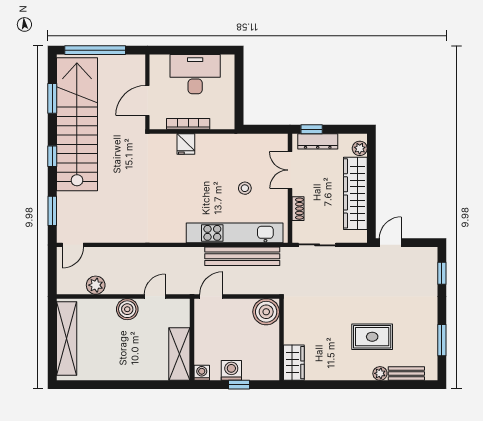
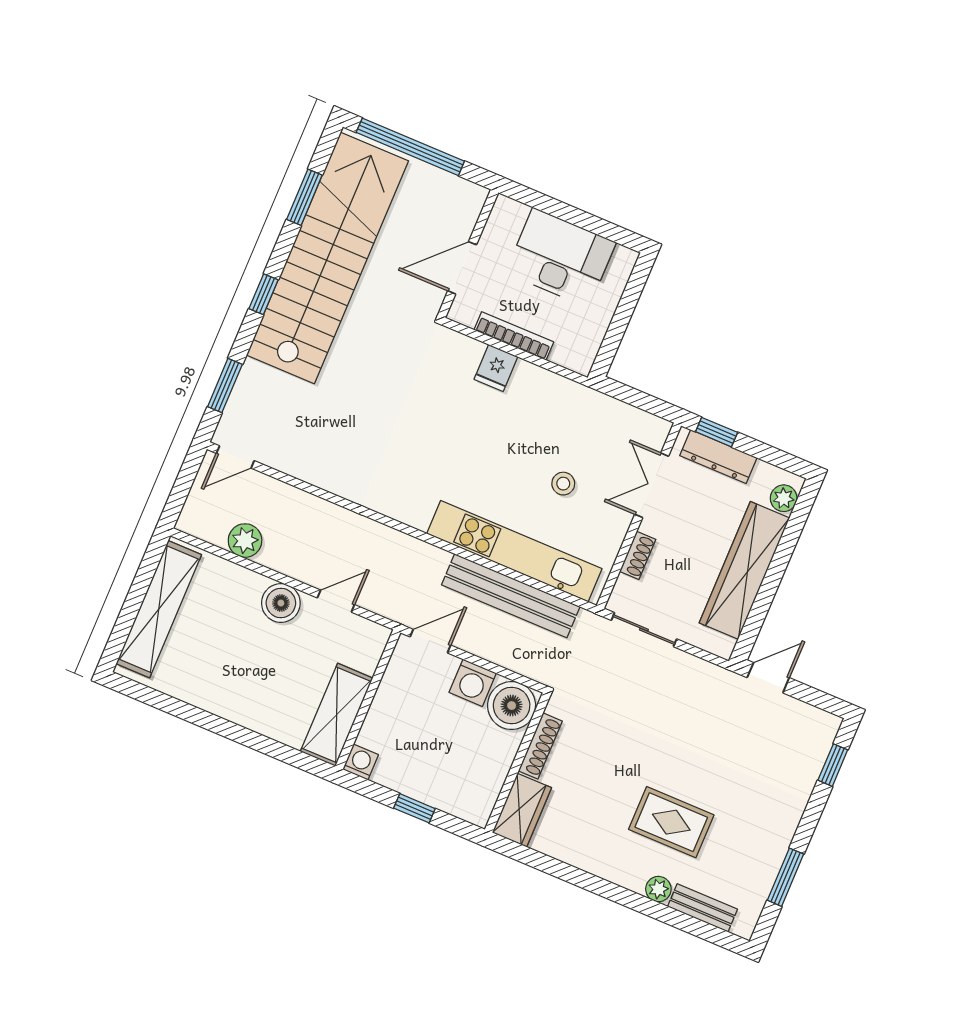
shoe rack: (289, 326) -> (540, 746), added
washing machine: (231, 370) -> (473, 683), moved, turned 180

